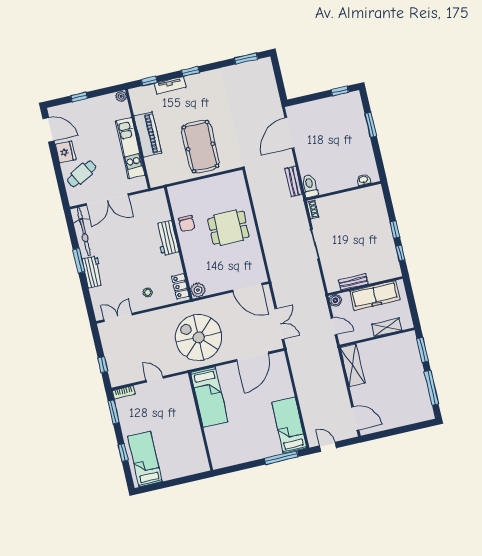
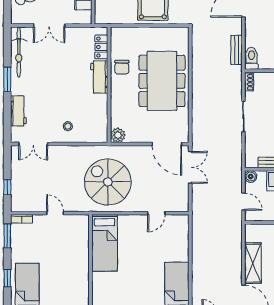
double door: (107, 199) -> (49, 26), width x0.73
dining table: (228, 228) -> (162, 81), width x1.88, depth x1.24
workbench: (93, 272) -> (18, 111), moved
locker: (180, 286) -> (101, 47), moved
double door: (118, 317) -> (33, 144), swing flipped
double door: (279, 324) -> (190, 167), moved
door: (252, 357) -> (156, 213), width x0.53
shelving: (353, 365) -> (253, 263), moved

